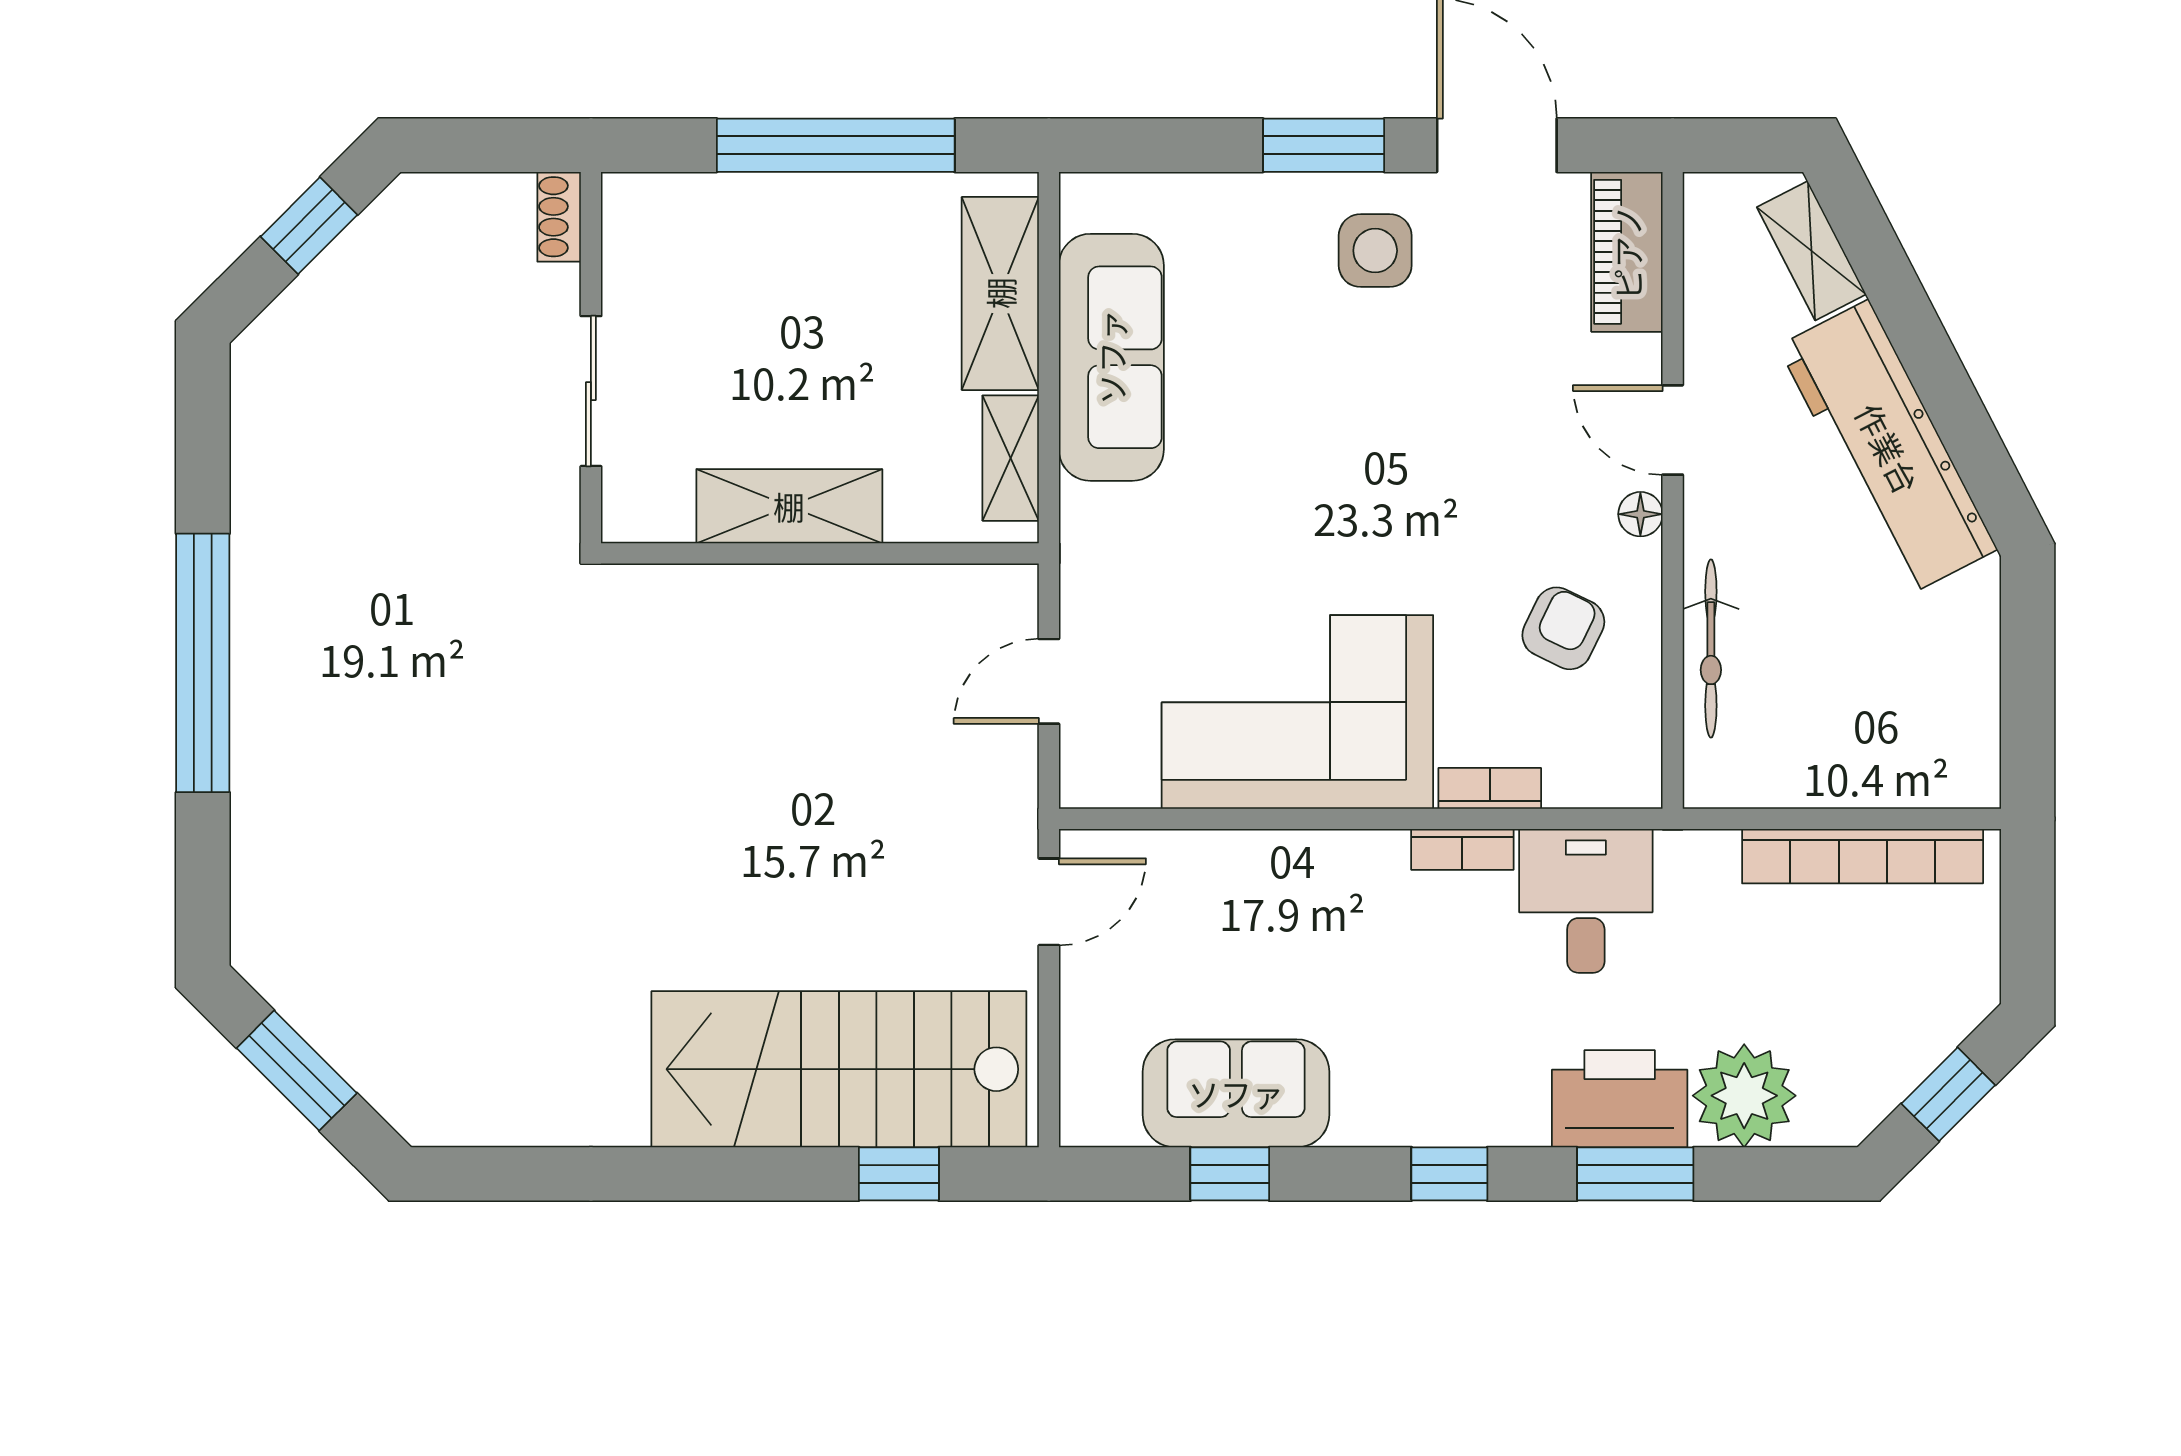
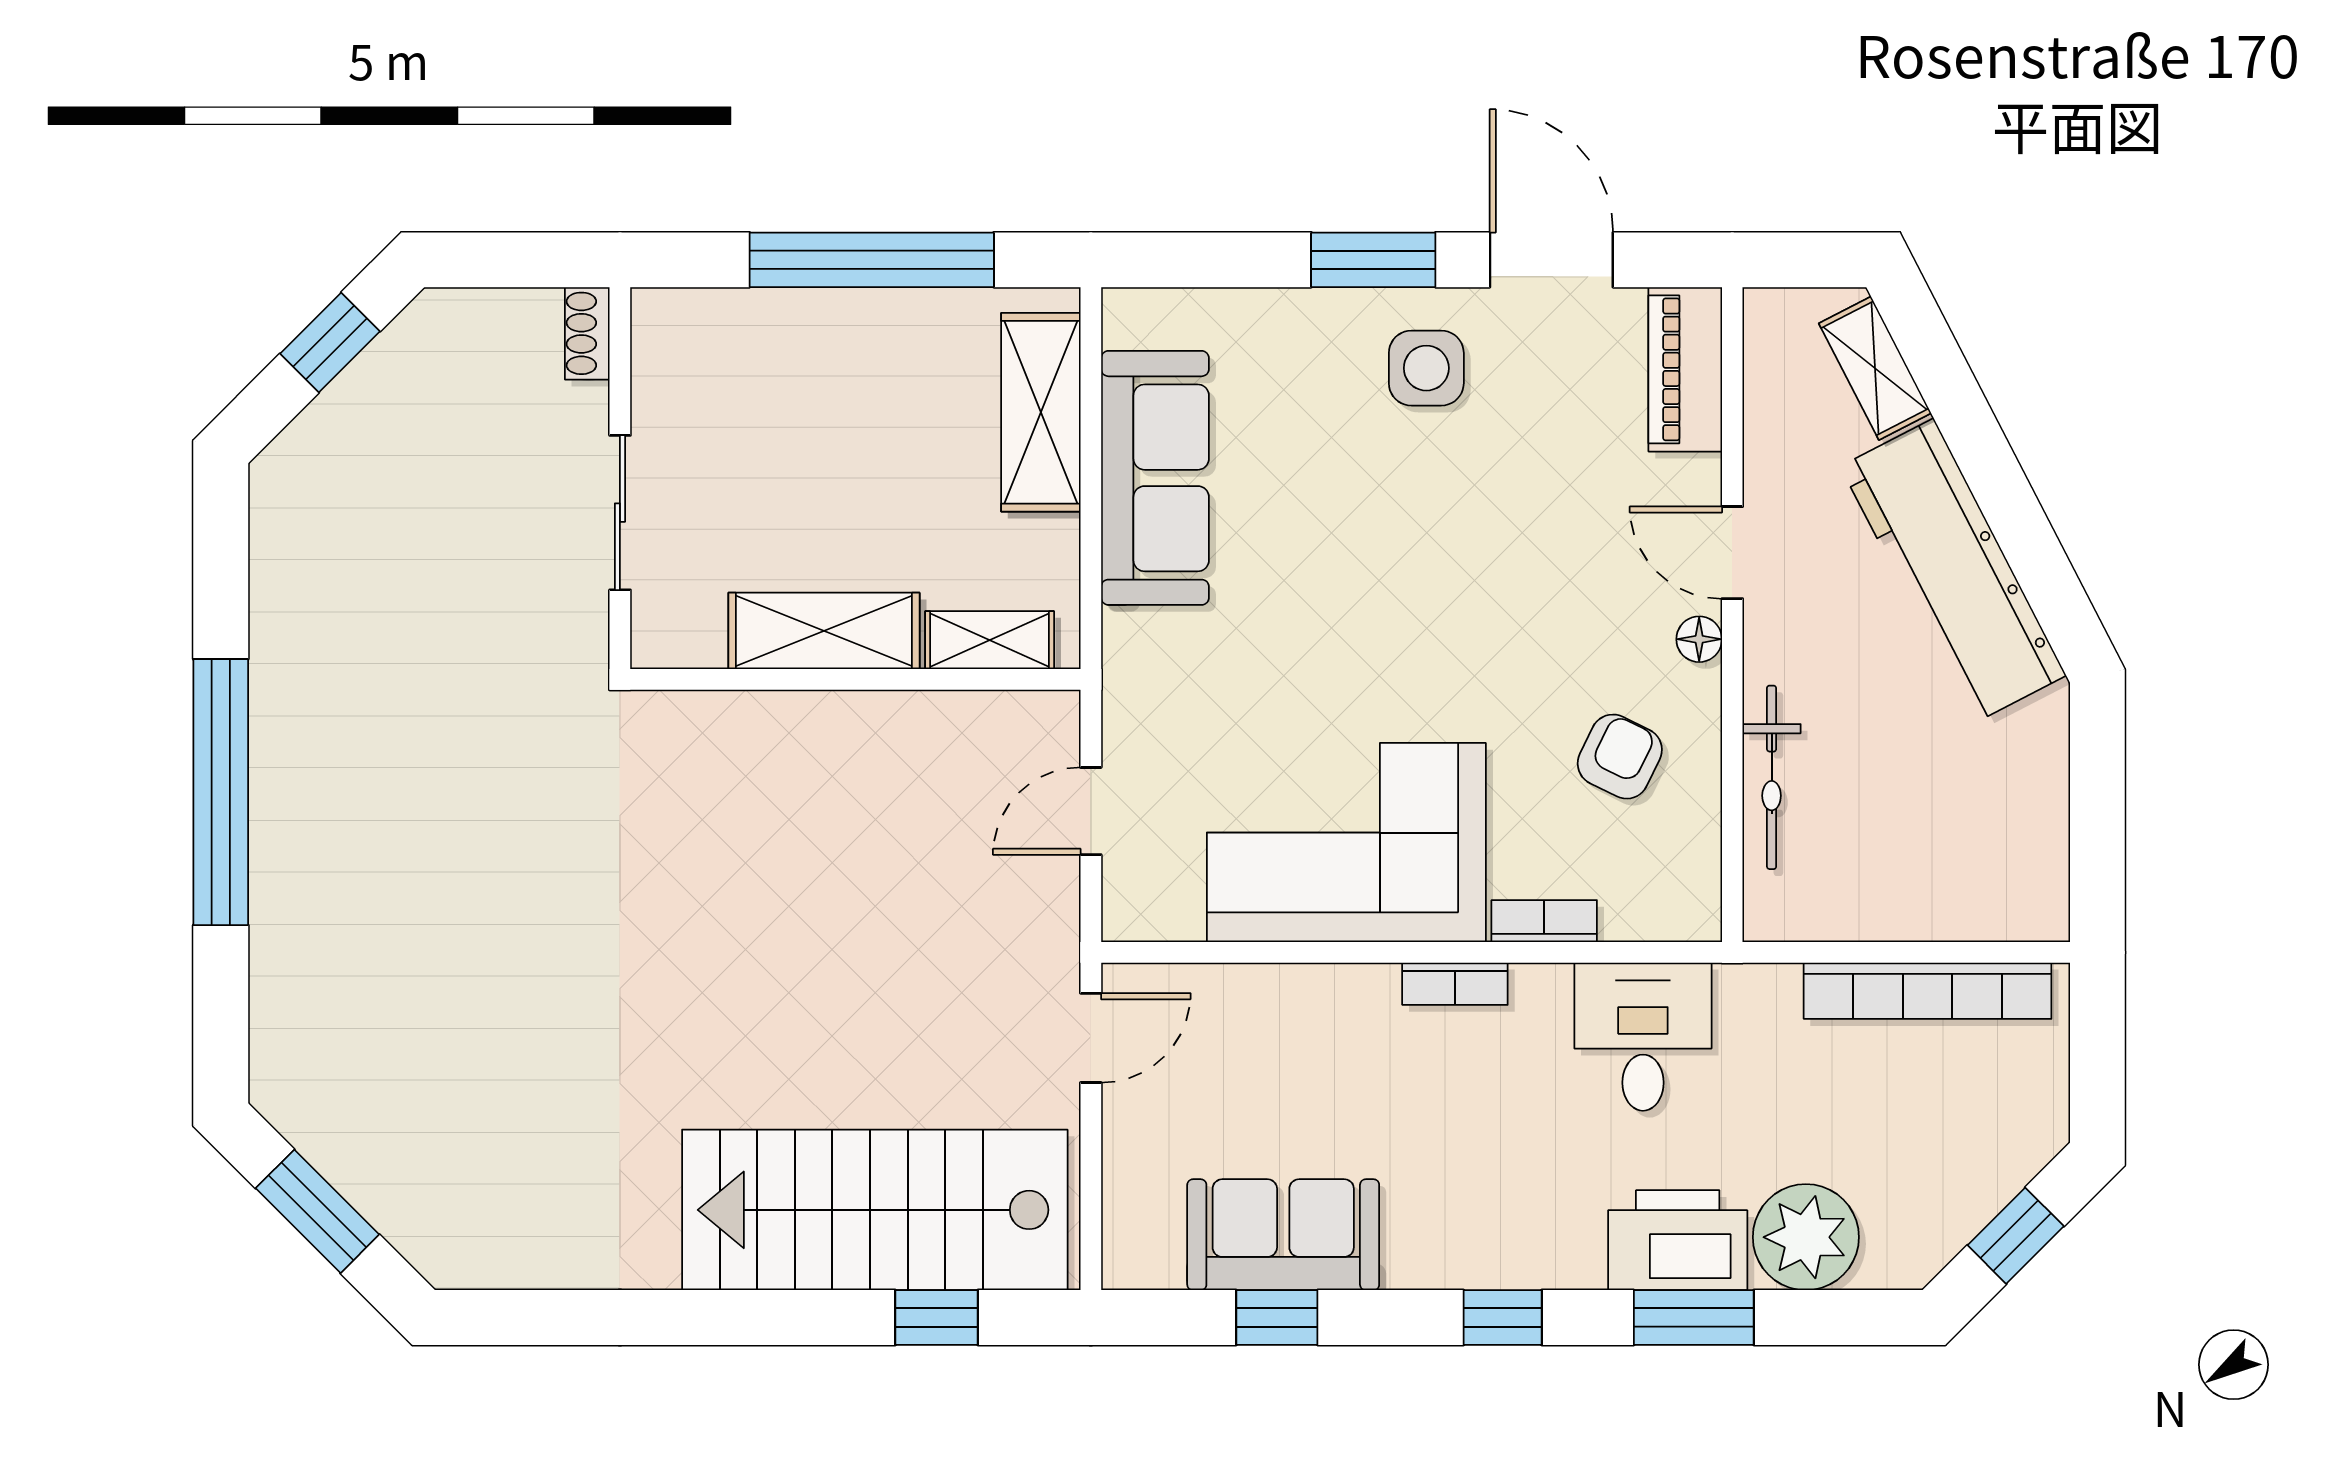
shelving: (1011, 458) -> (990, 640), moved, turned 90
bookcase: (1462, 849) -> (1455, 984), moved

